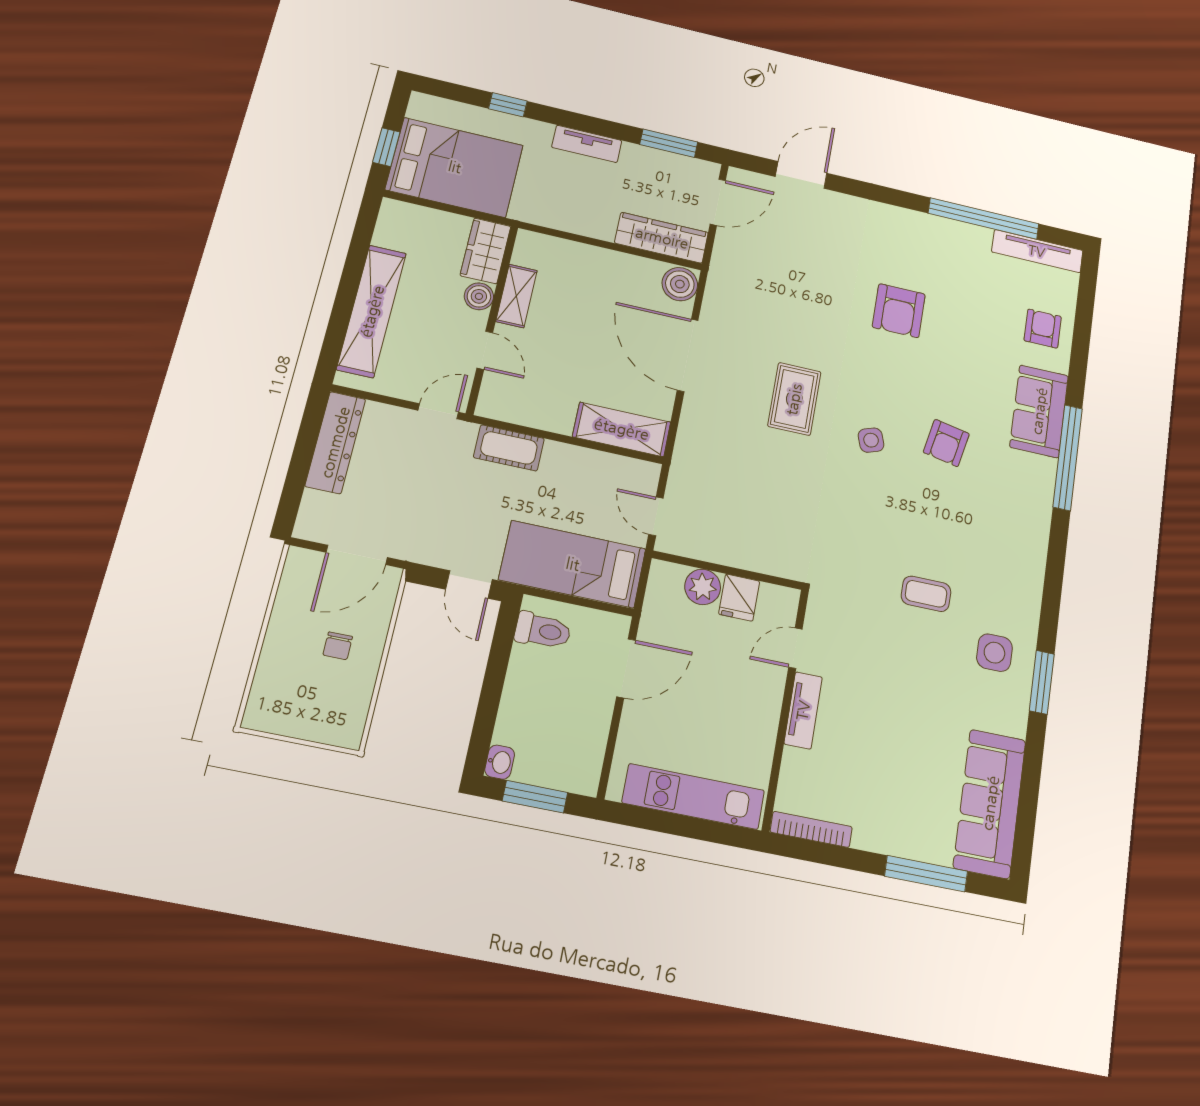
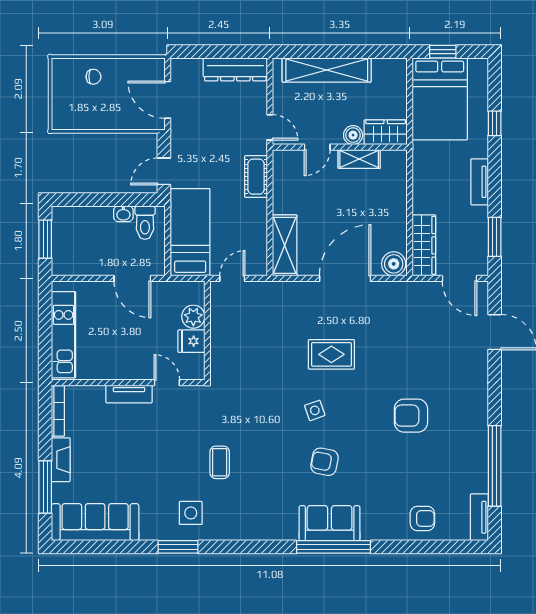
tv unit: (1037, 251) -> (479, 517), width x0.71
sofa: (1039, 411) -> (330, 523), moved
chair: (338, 646) -> (93, 77), moved, turned 180
washbasin: (500, 762) -> (123, 214), moved
fireplace: (888, 840) -> (61, 460), added

